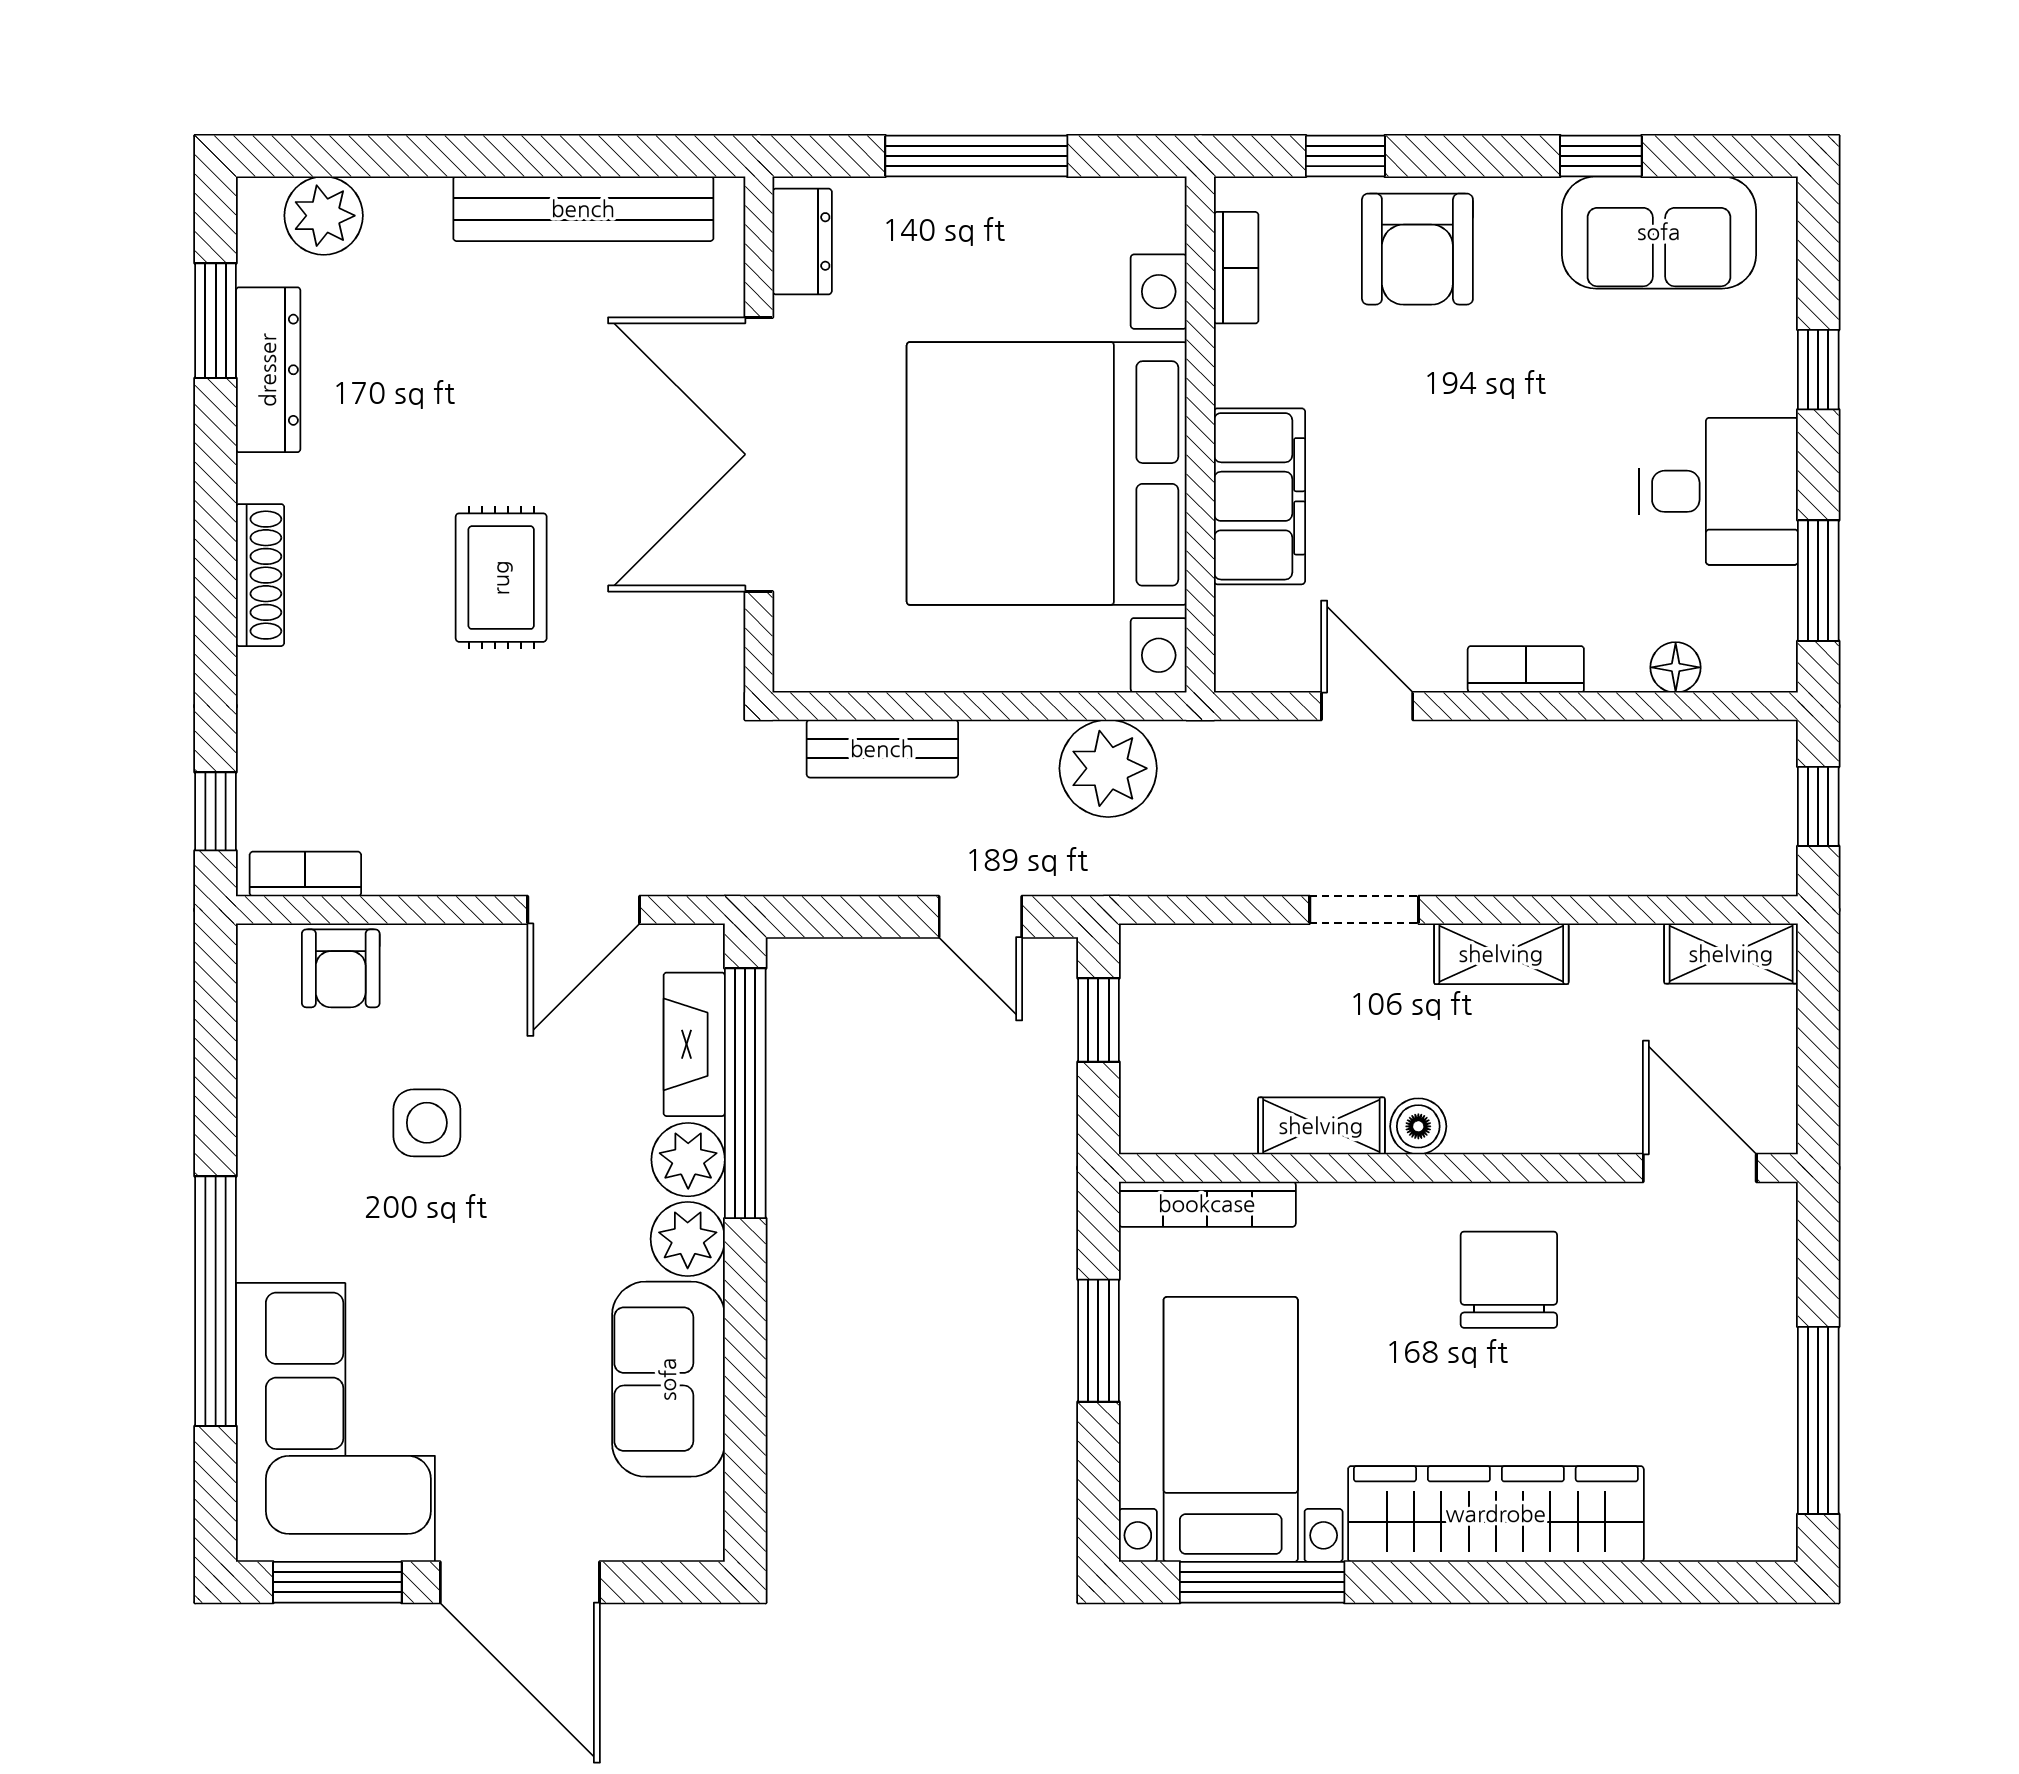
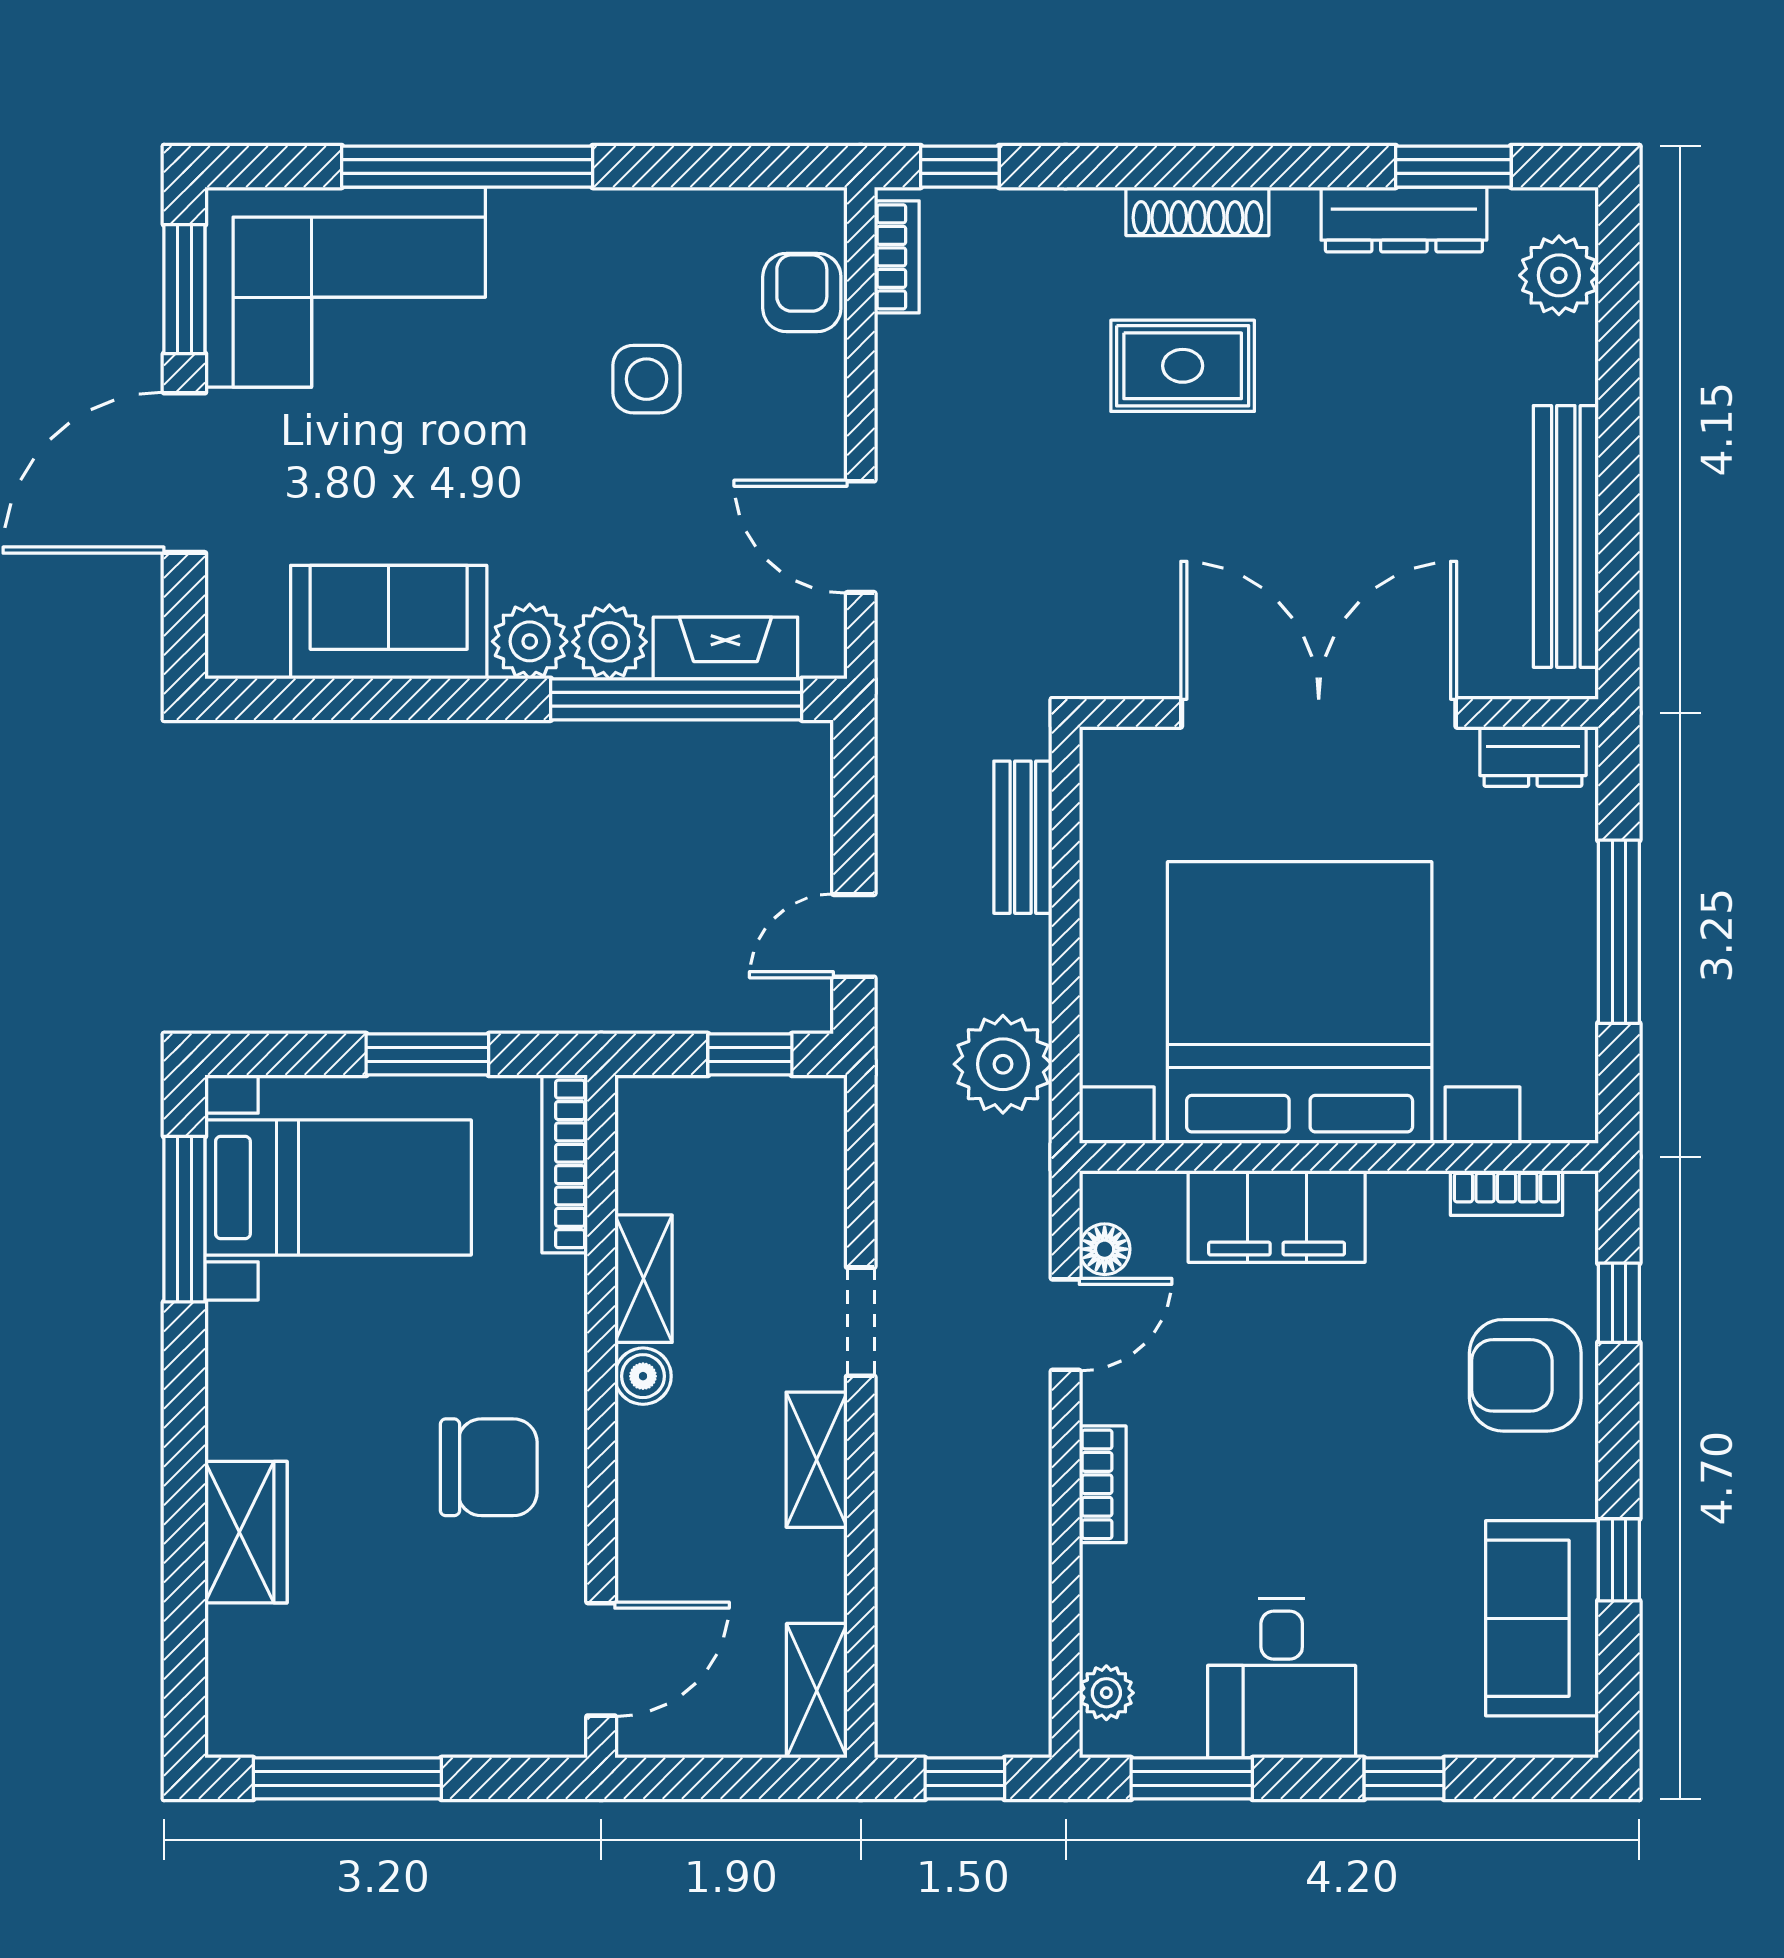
rug: (501, 578) -> (1183, 366), moved
plant: (1733, 666) -> (1106, 1693), added
floor lamp: (1676, 667) -> (1105, 1249), moved
armchair: (341, 968) -> (802, 292), turned 90
wardrobe: (1496, 1514) -> (246, 1532), width x0.48, depth x0.85

